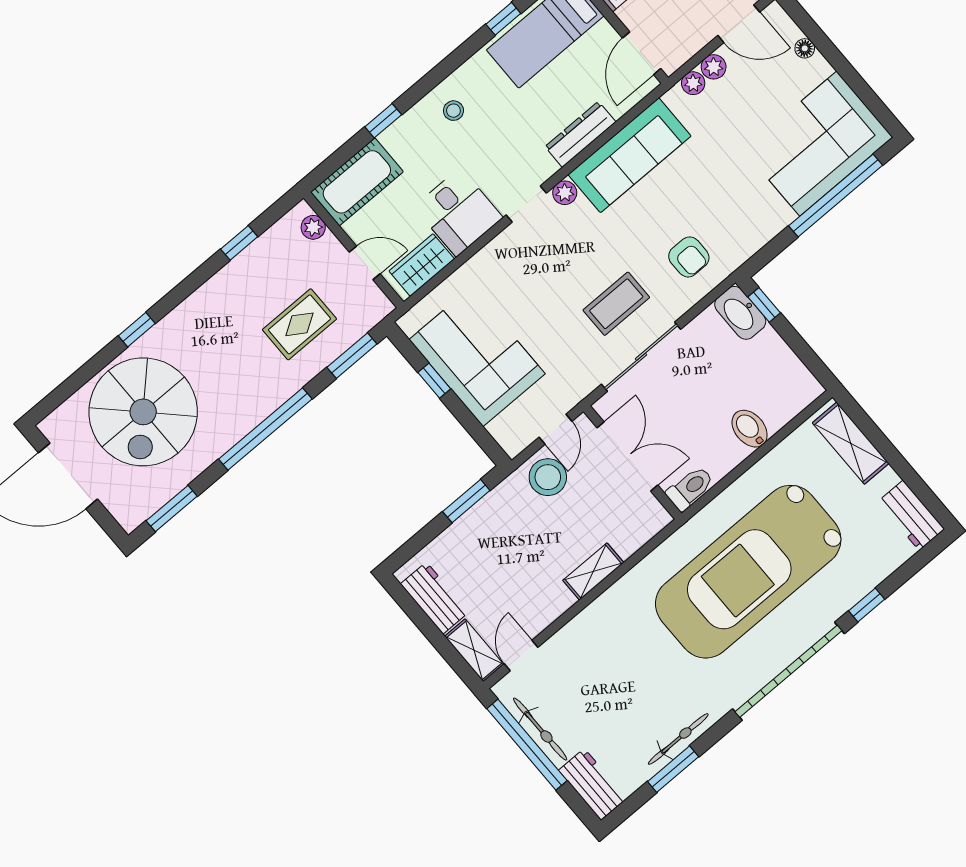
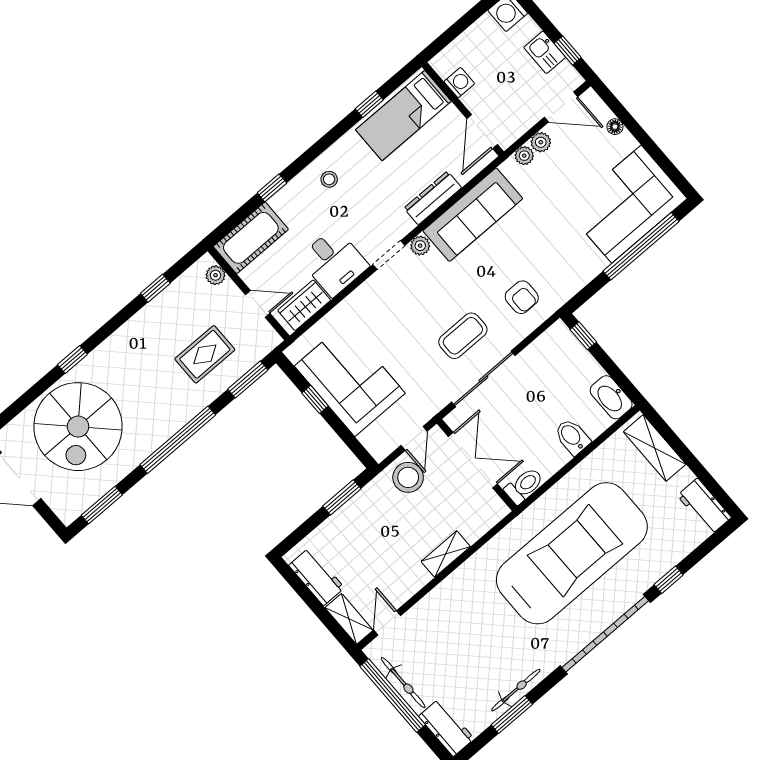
washbasin: (740, 313) -> (611, 397), moved
car: (748, 572) -> (572, 553), turned 180

